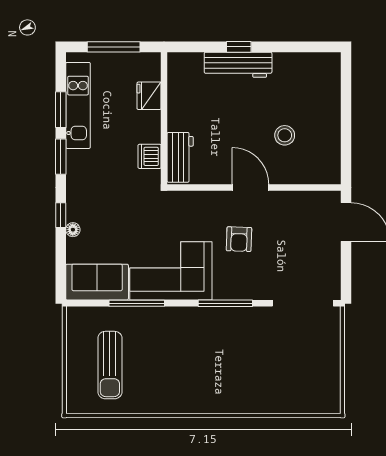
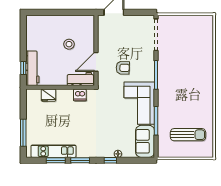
fridge: (149, 96) -> (49, 95), moved
wall: (164, 118) -> (60, 87), moved
dishwasher: (150, 156) -> (80, 95), moved
workbench: (180, 157) -> (80, 79), moved

